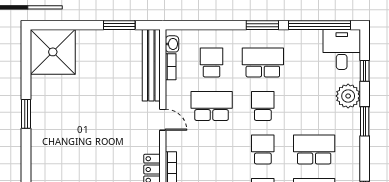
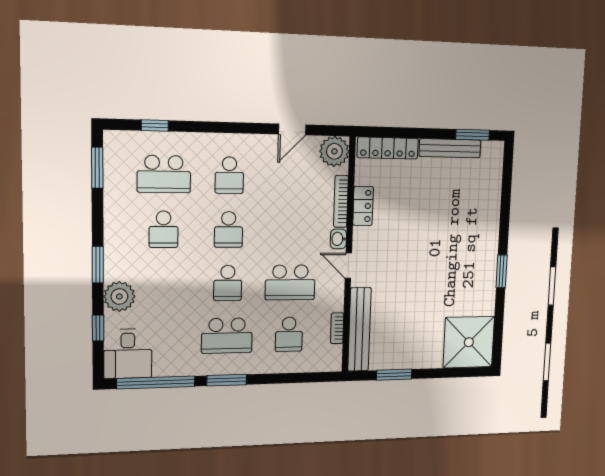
washbasin: (172, 44) -> (338, 239), moved
school desk: (314, 149) -> (164, 229), width x0.54

